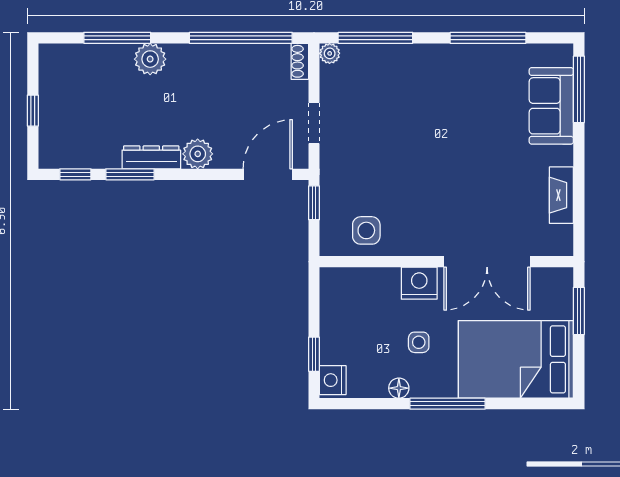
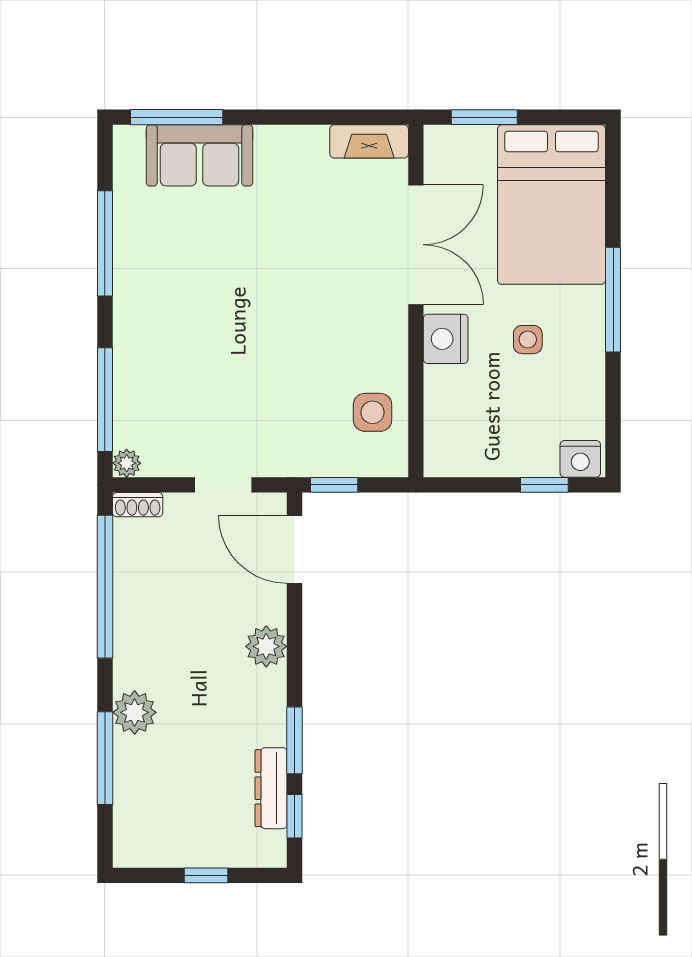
dresser: (151, 157) -> (271, 788), moved
fireplace: (561, 195) -> (369, 141), moved
floor lamp: (399, 388) -> (591, 367), removed

